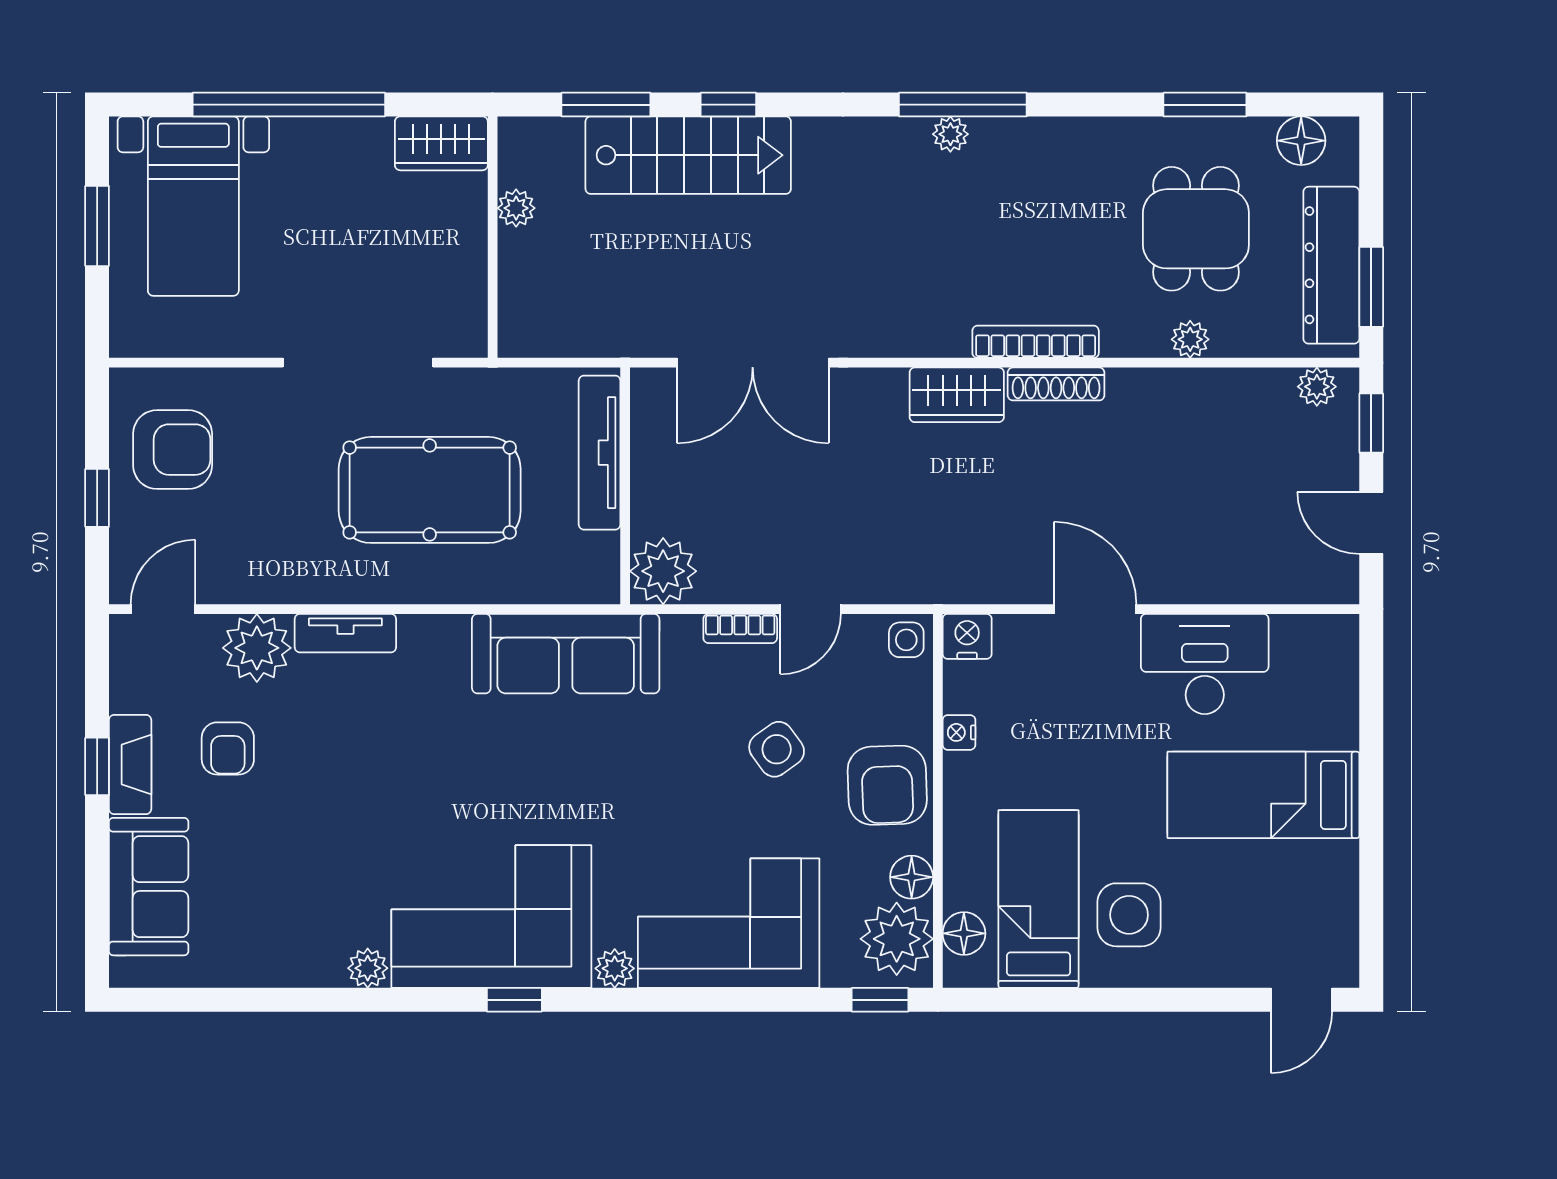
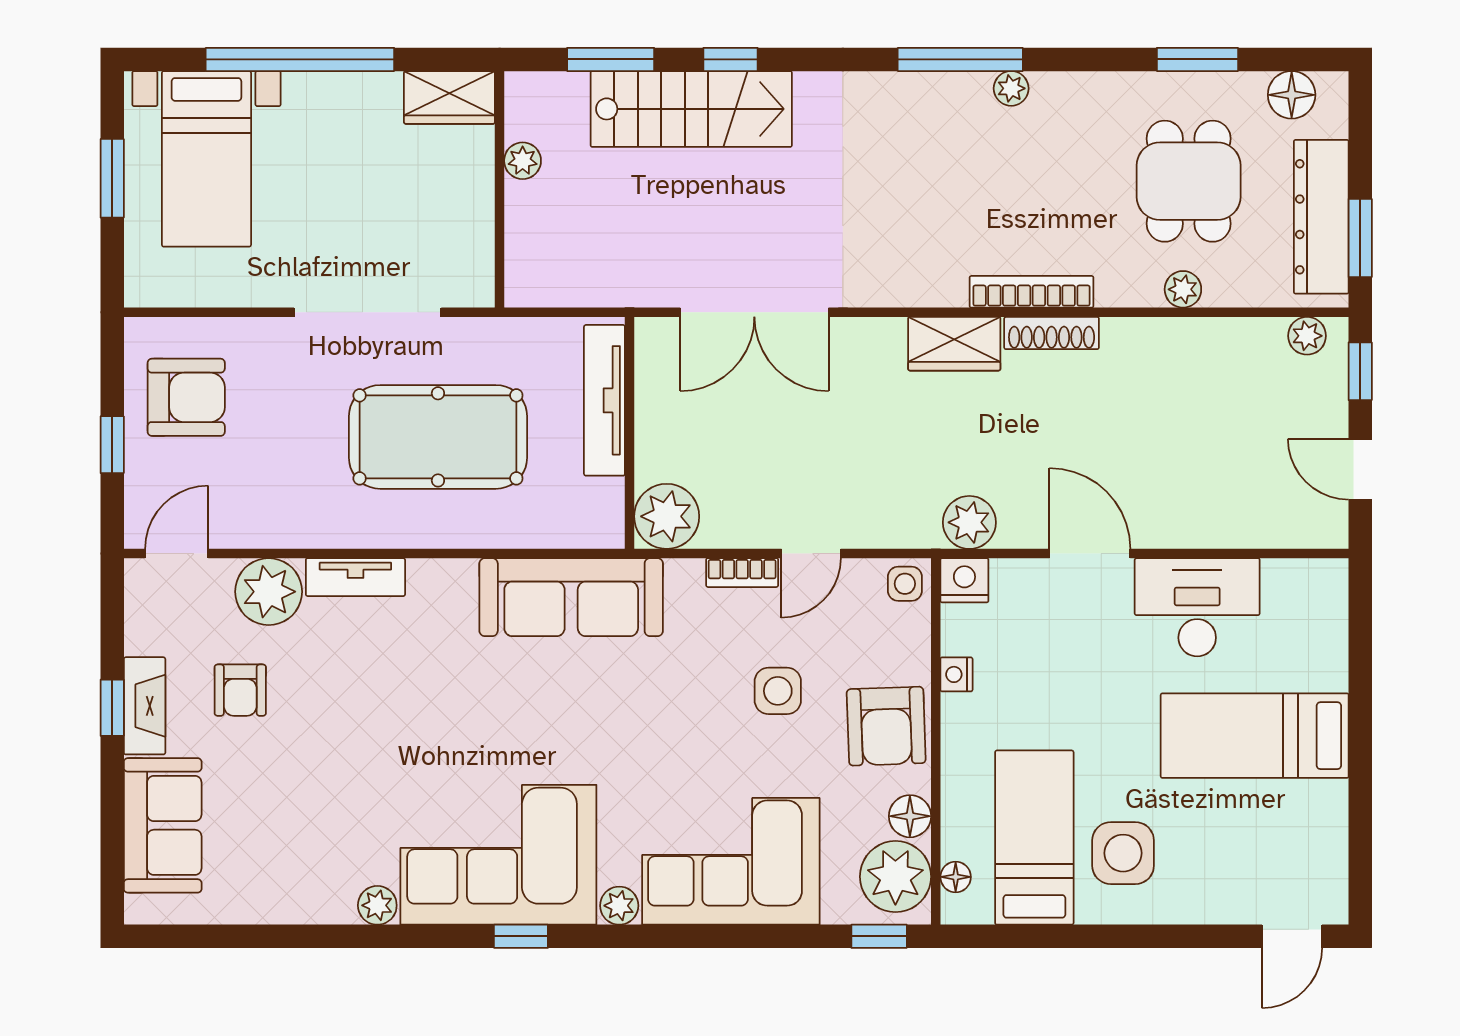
plant: (950, 134) -> (1011, 88), moved
plant: (972, 577) -> (969, 522), added
side table: (777, 749) -> (778, 691), turned 36
floor lamp: (964, 933) -> (956, 877), width x0.73, depth x0.73

